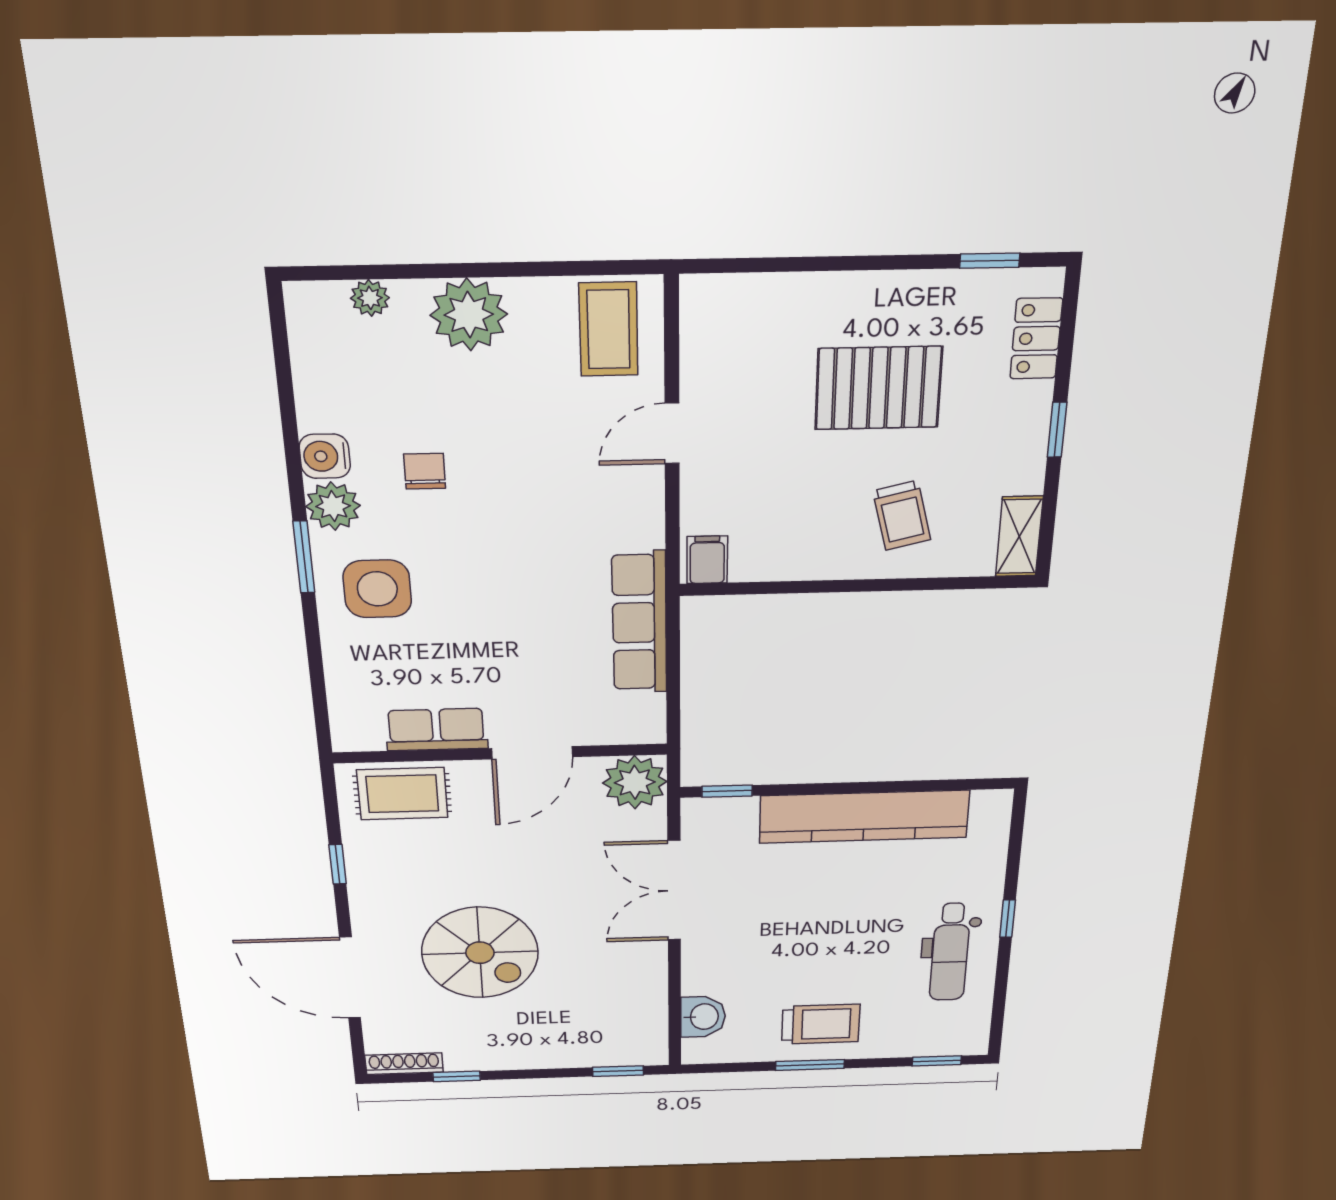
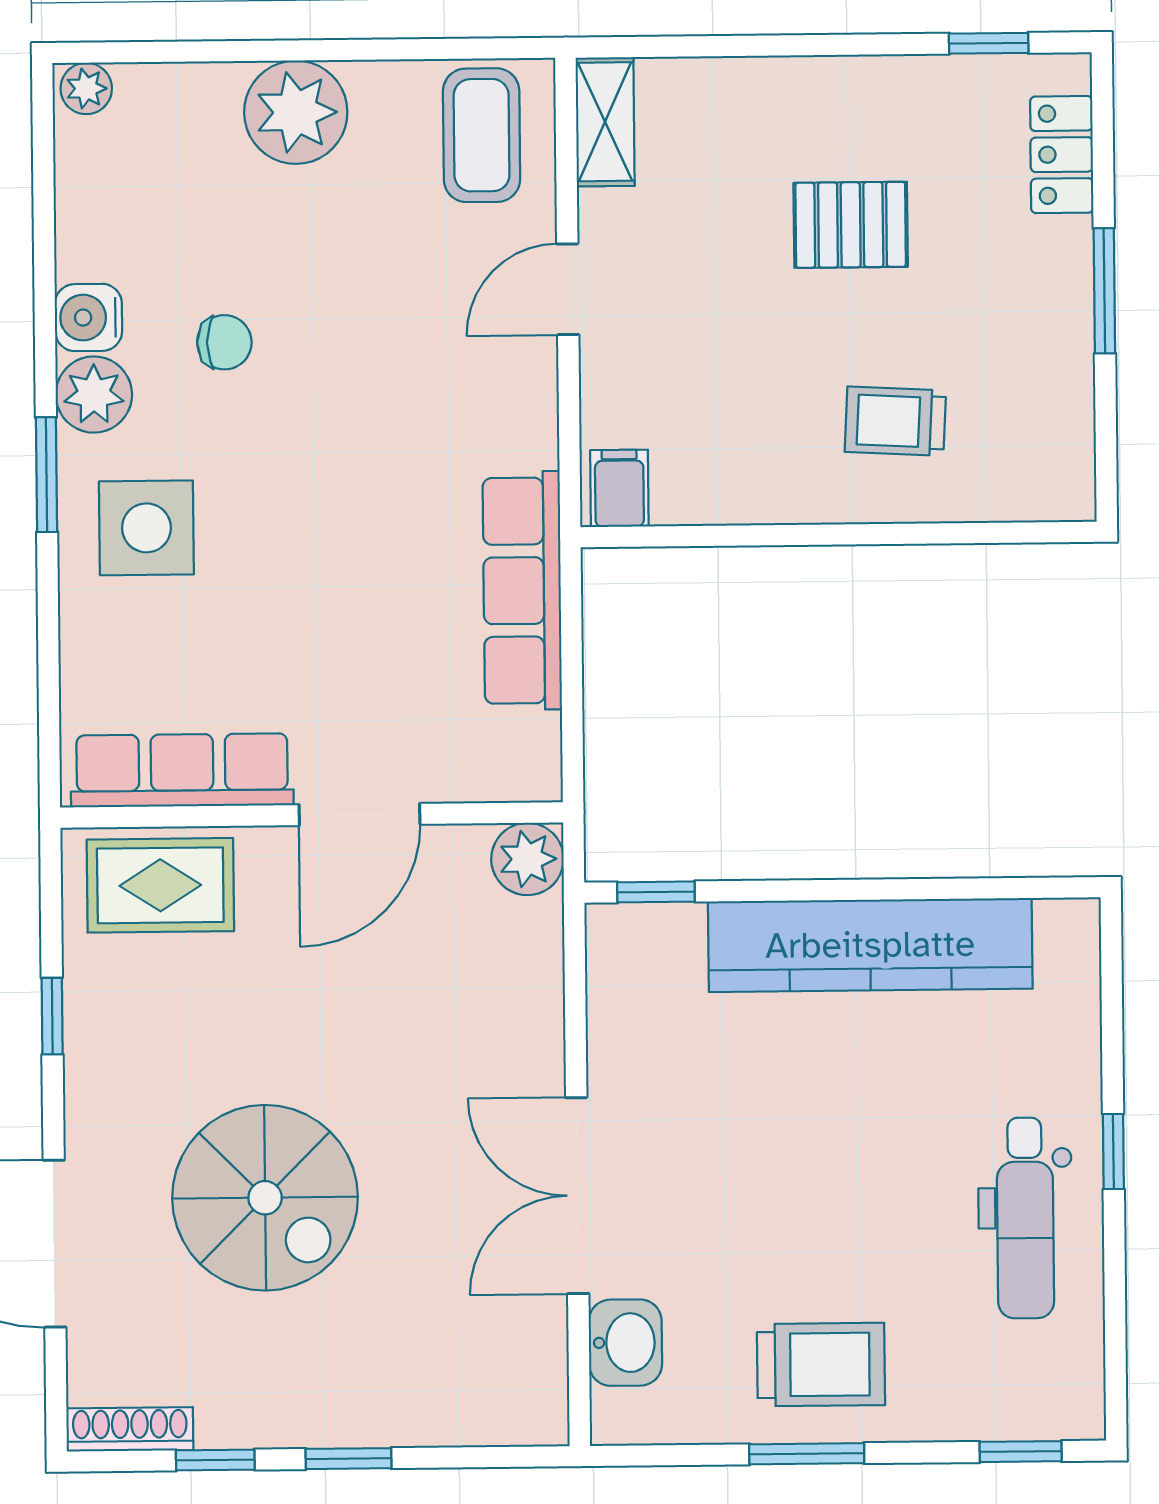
plant: (370, 298) -> (86, 88), moved
pallet: (878, 388) -> (851, 225), width x0.67, depth x0.71
window: (1057, 430) -> (1104, 291), width x1.50
chair: (425, 471) -> (224, 342), turned 90
trolley: (902, 515) -> (895, 421), turned 107
shelving: (1019, 536) -> (605, 122), moved
row of seats: (436, 730) -> (182, 770), width x1.48
plant: (635, 782) -> (527, 859), width x0.73, depth x0.73
double door: (674, 891) -> (577, 1196), moved
window: (618, 1071) -> (349, 1459), moved

